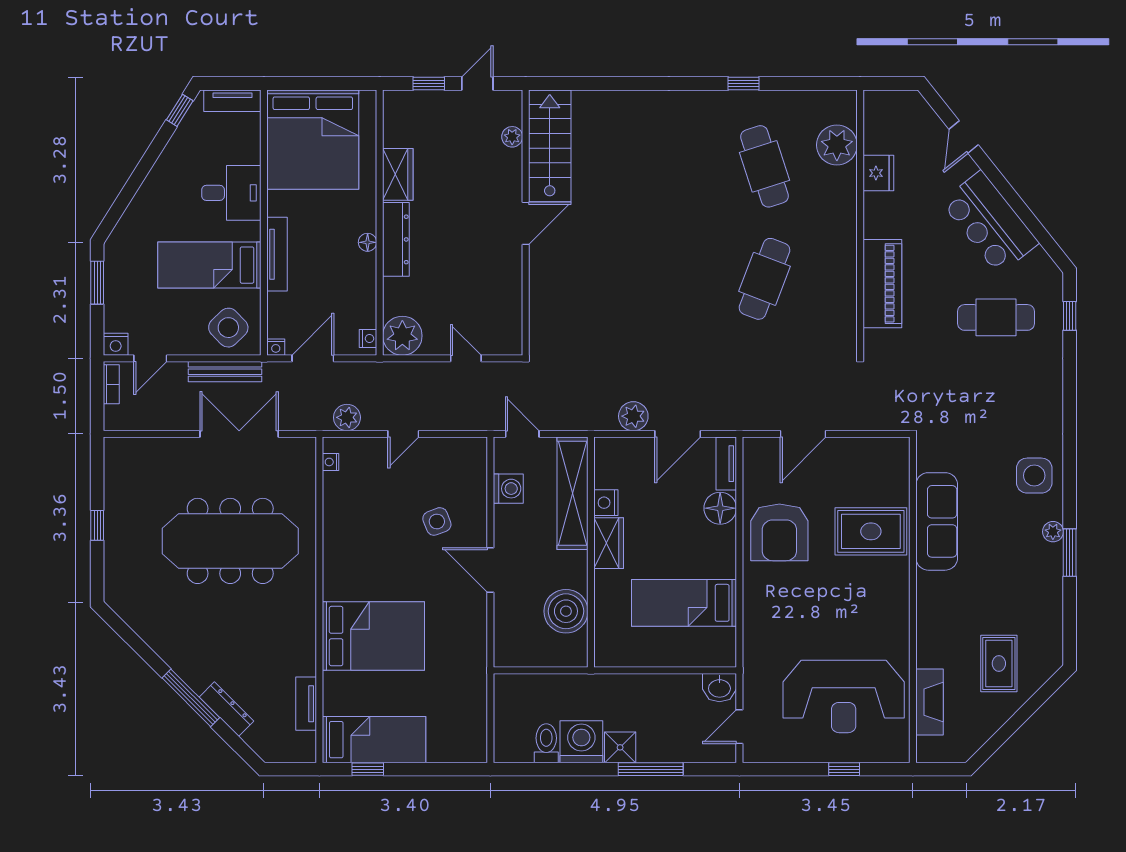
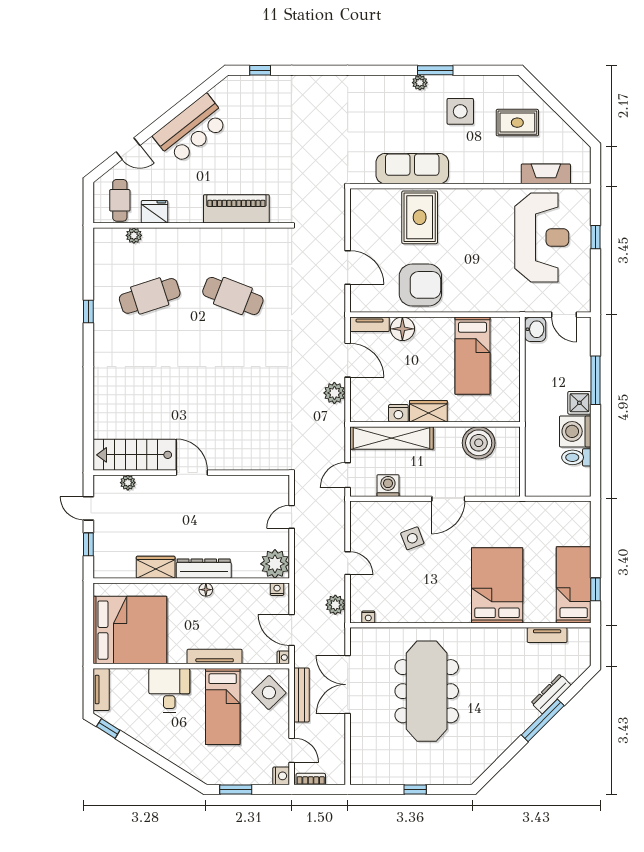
plant: (837, 145) -> (134, 235), width x0.53, depth x0.53
cafe table: (996, 317) -> (120, 200), moved, width x0.73, depth x0.74
side table: (1034, 476) -> (460, 111), moved

